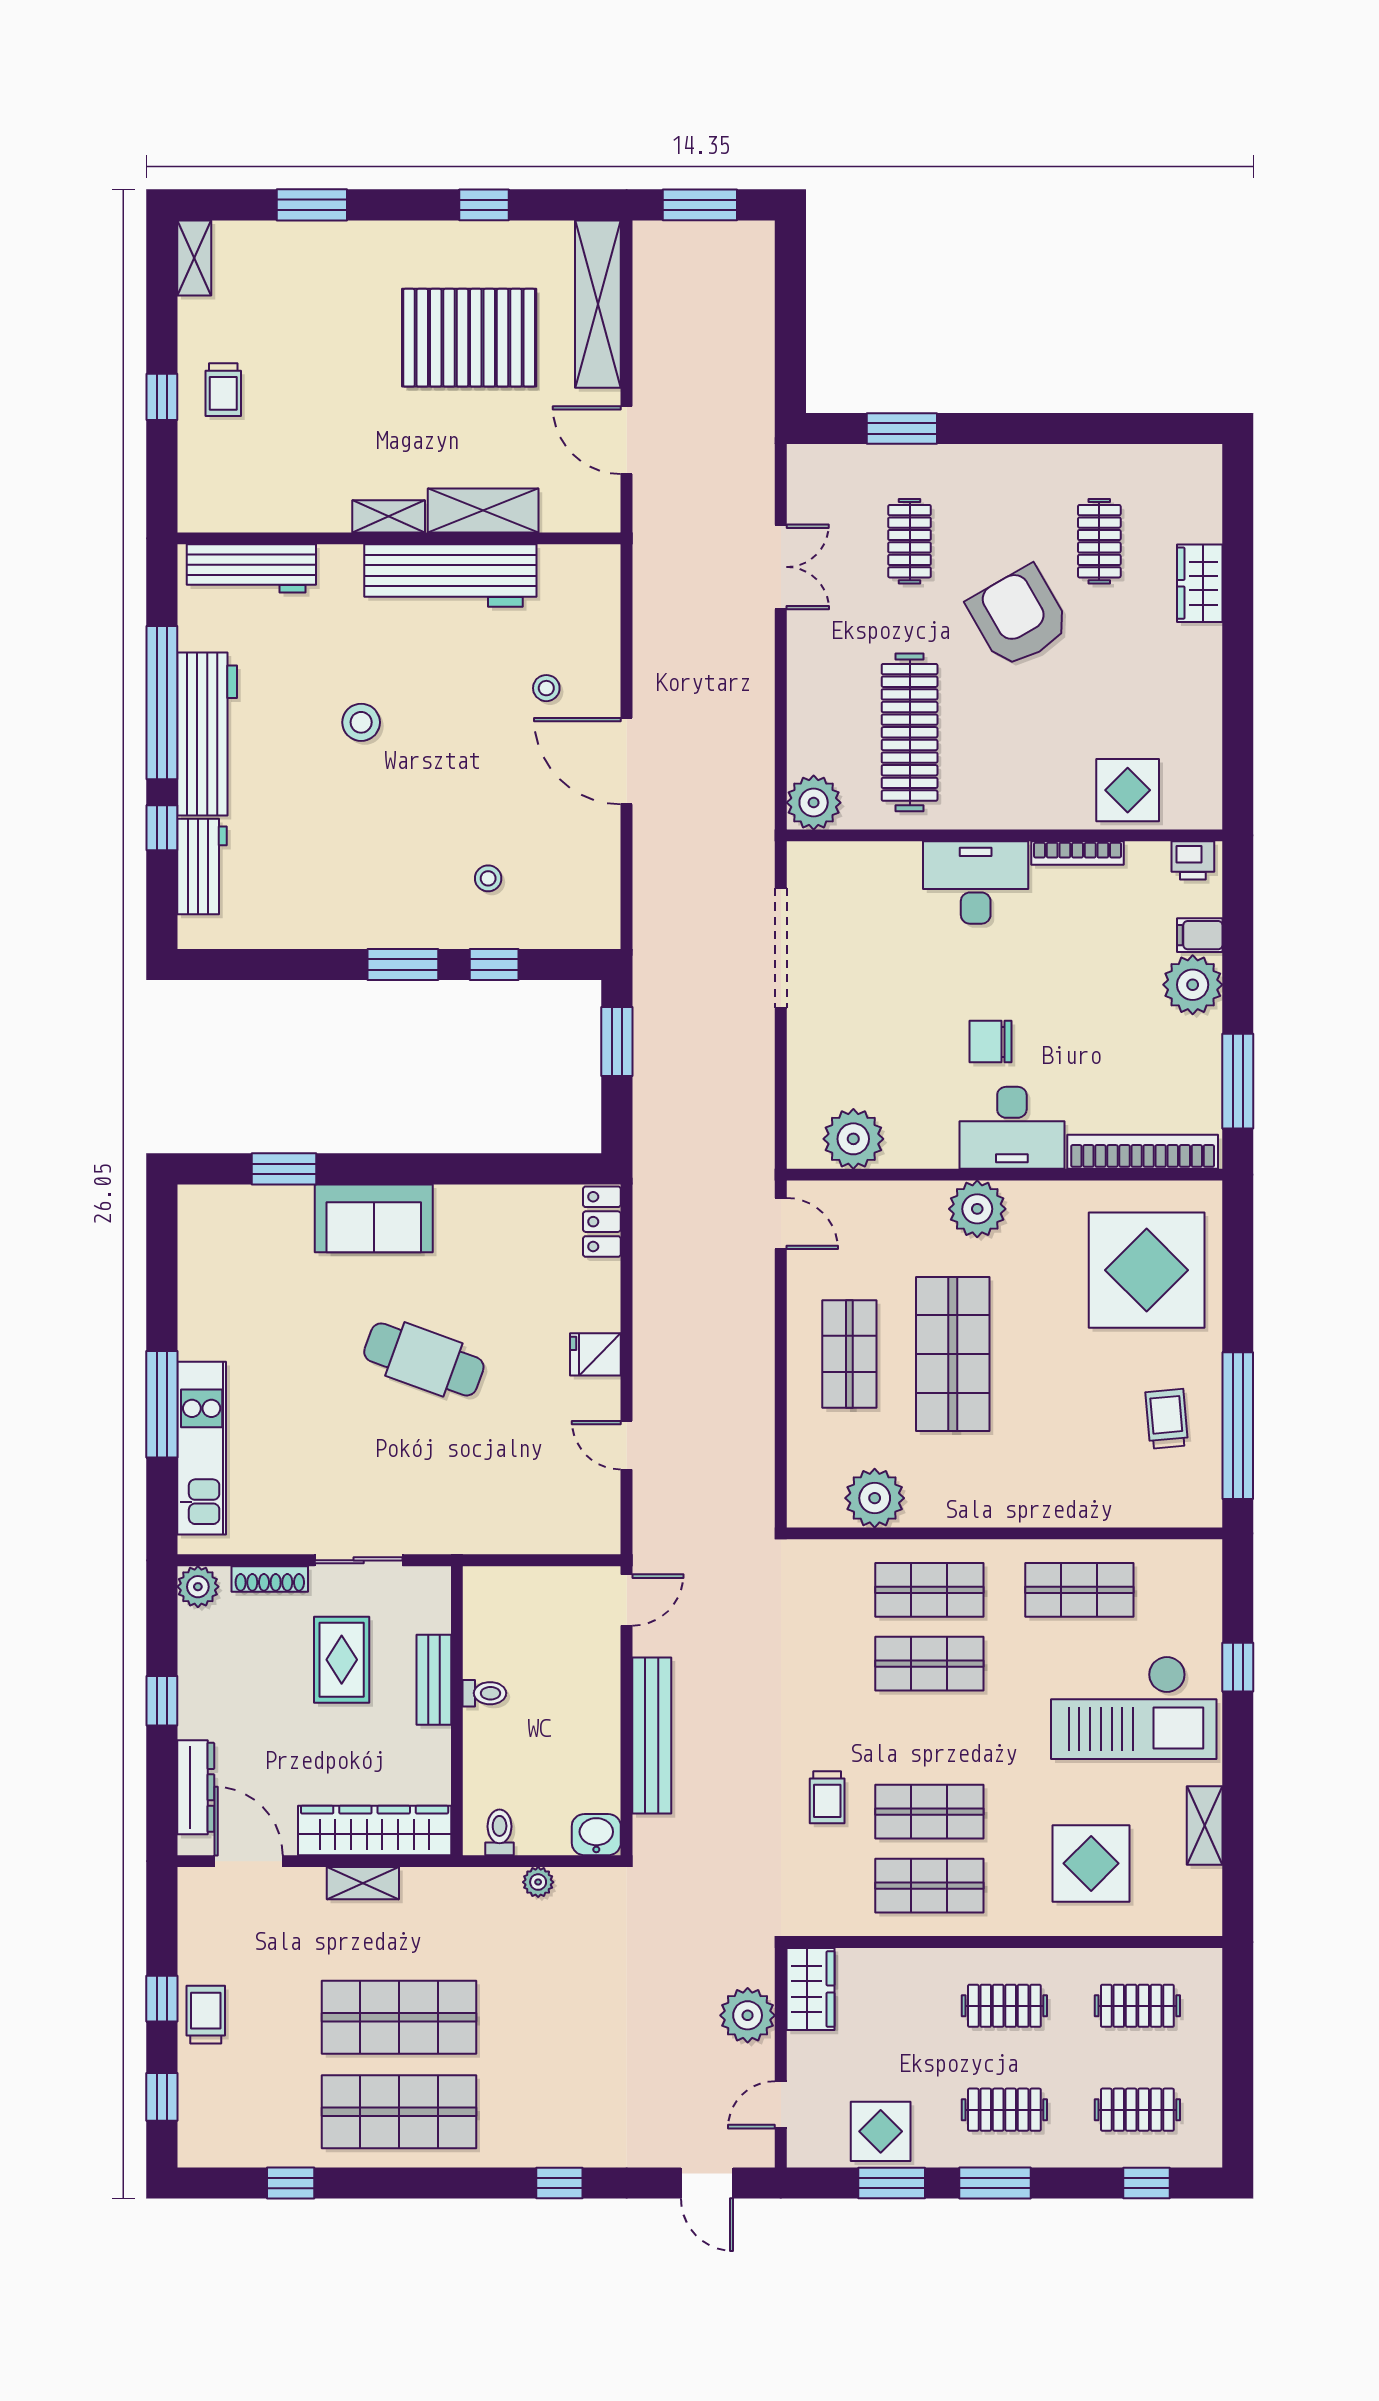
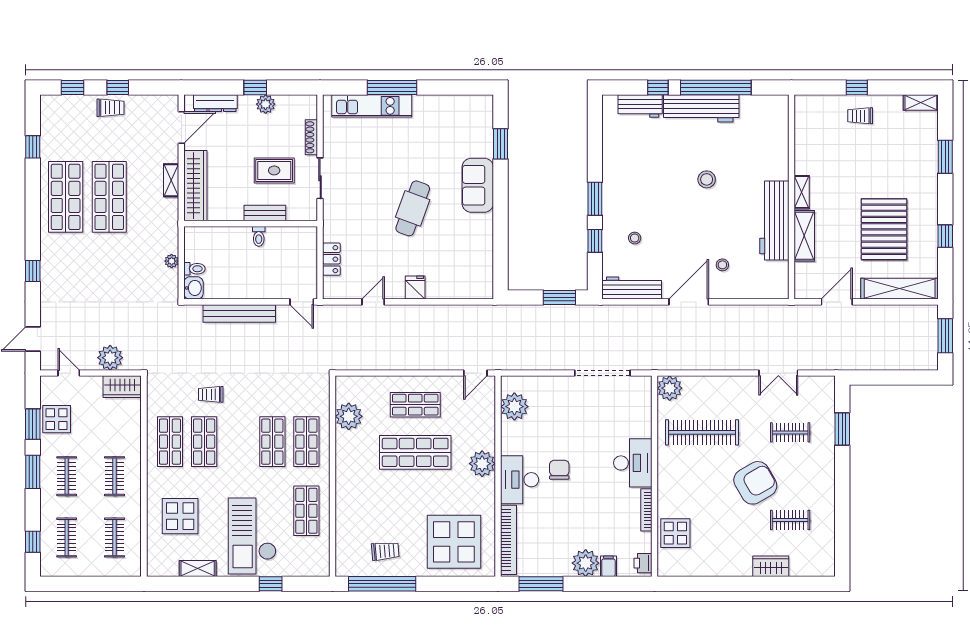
workbench: (251, 568) -> (632, 288), moved, turned 90
locker: (602, 1222) -> (331, 259), moved, turned 90
plant: (198, 1587) -> (266, 104), moved
toilet: (500, 1832) -> (195, 269), moved

